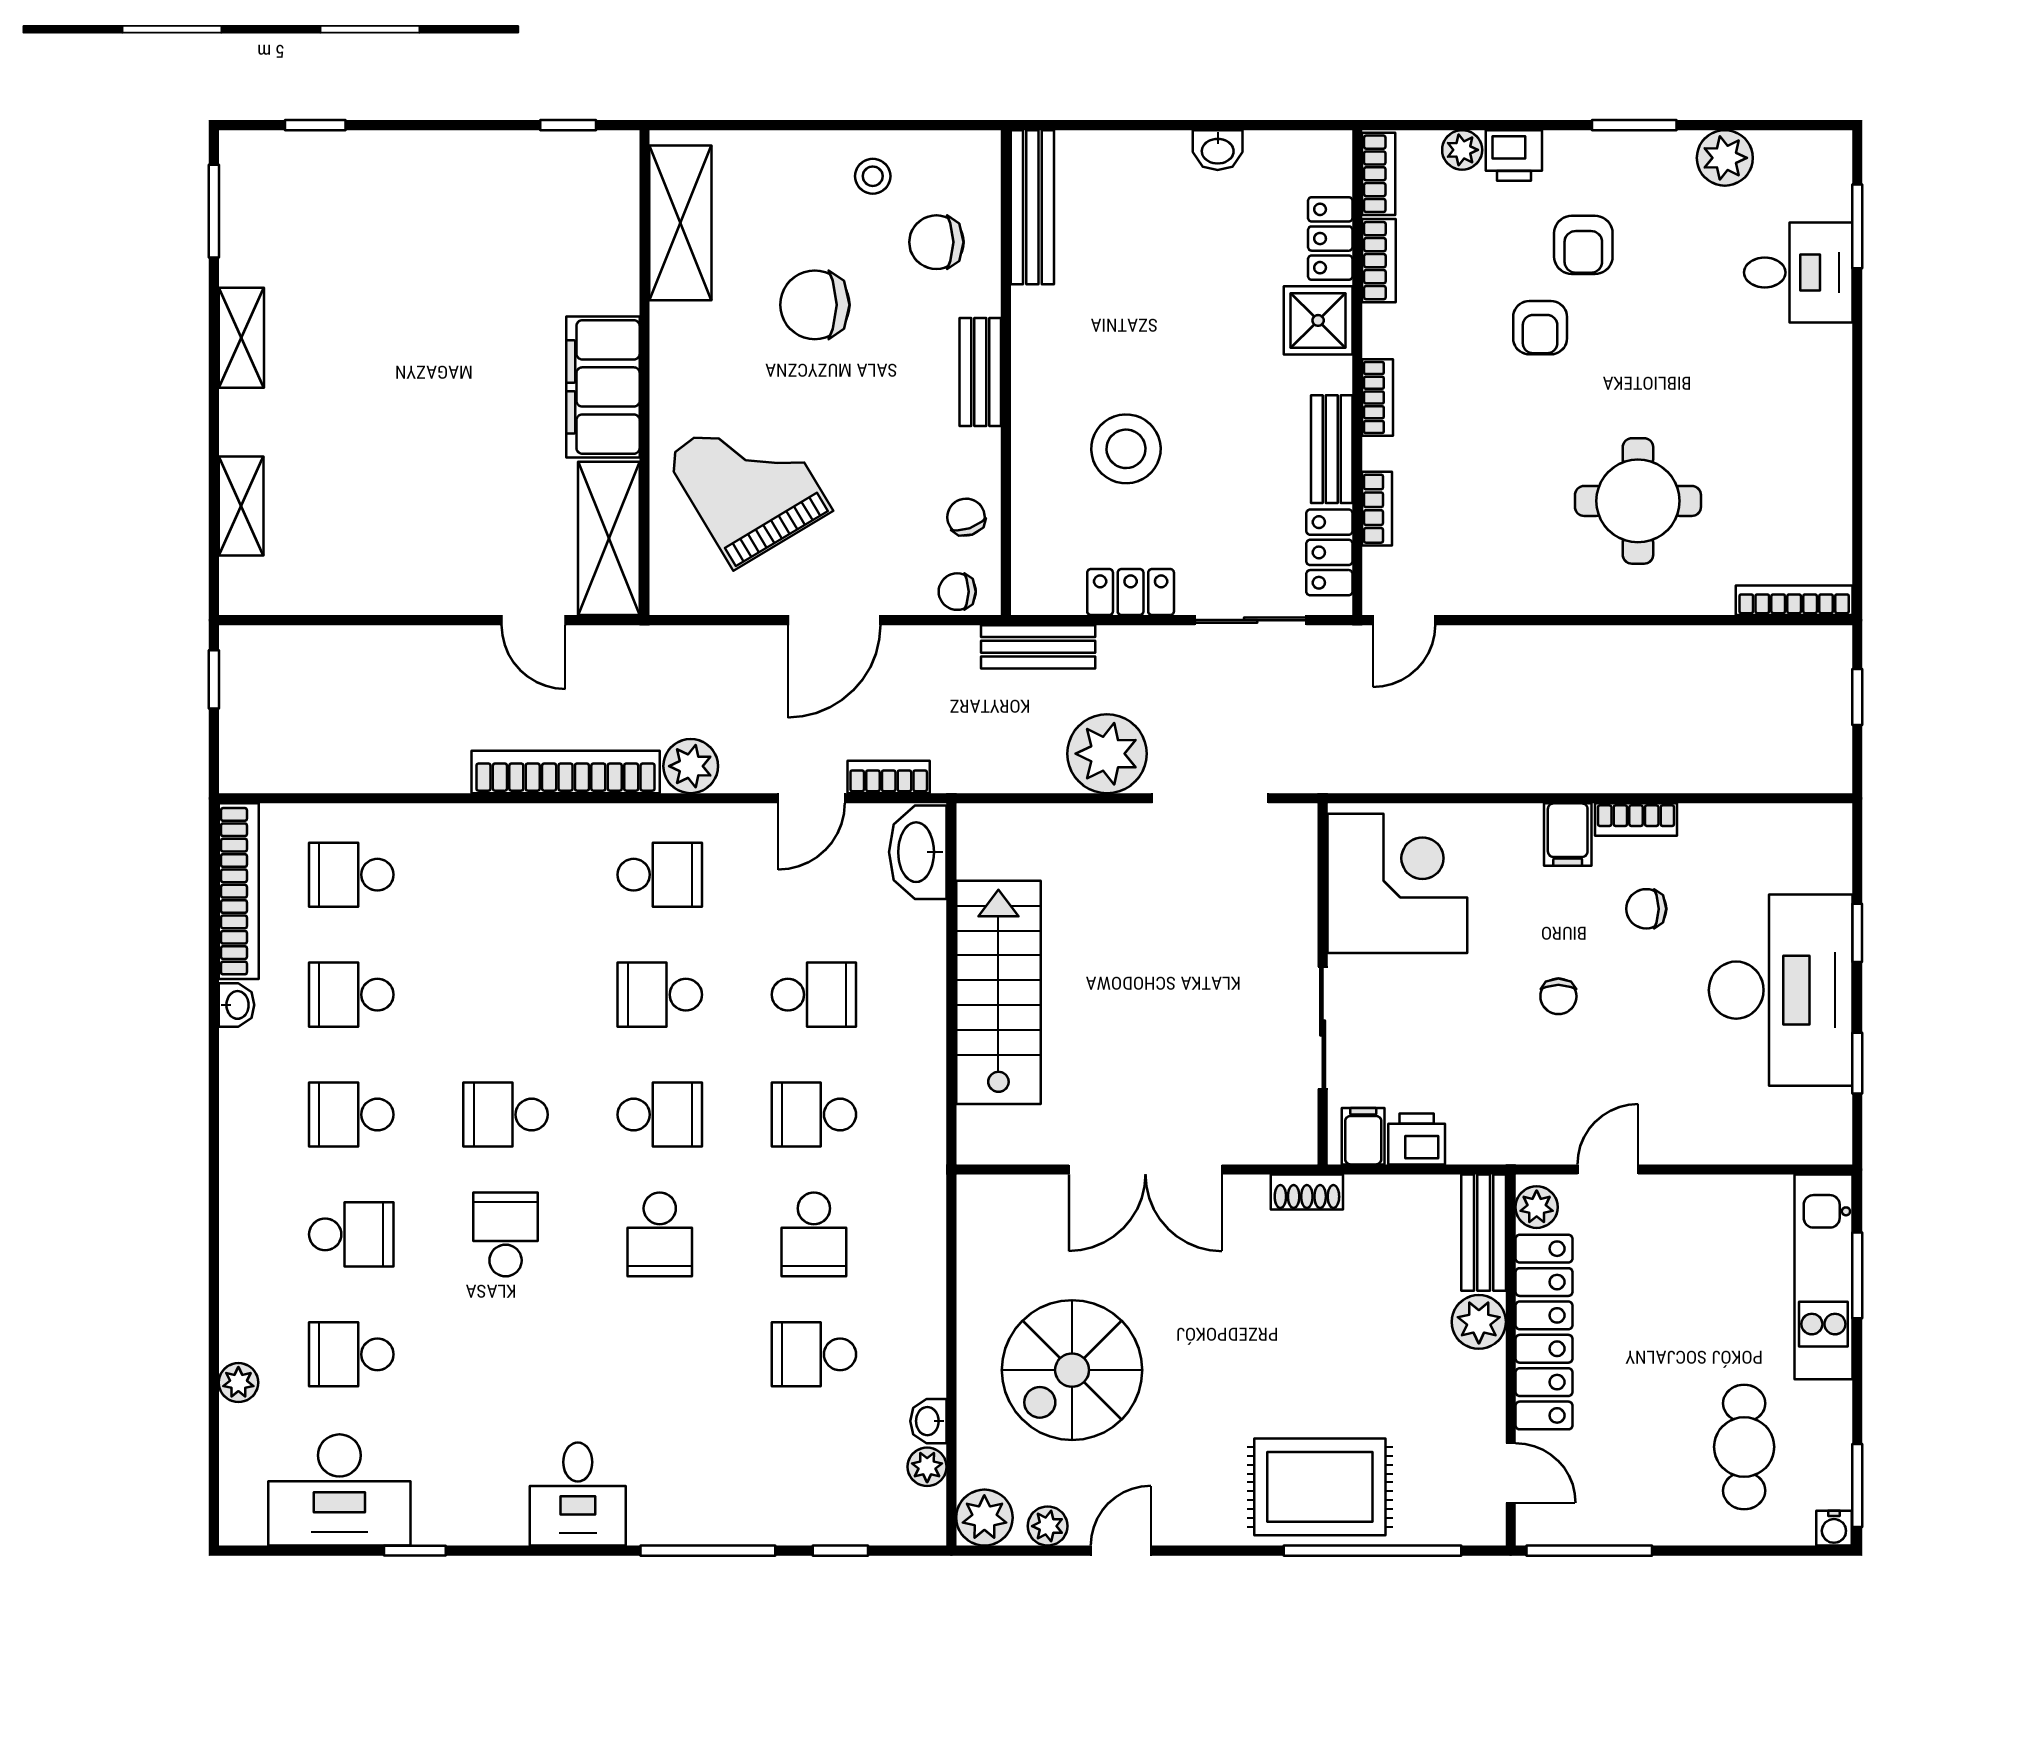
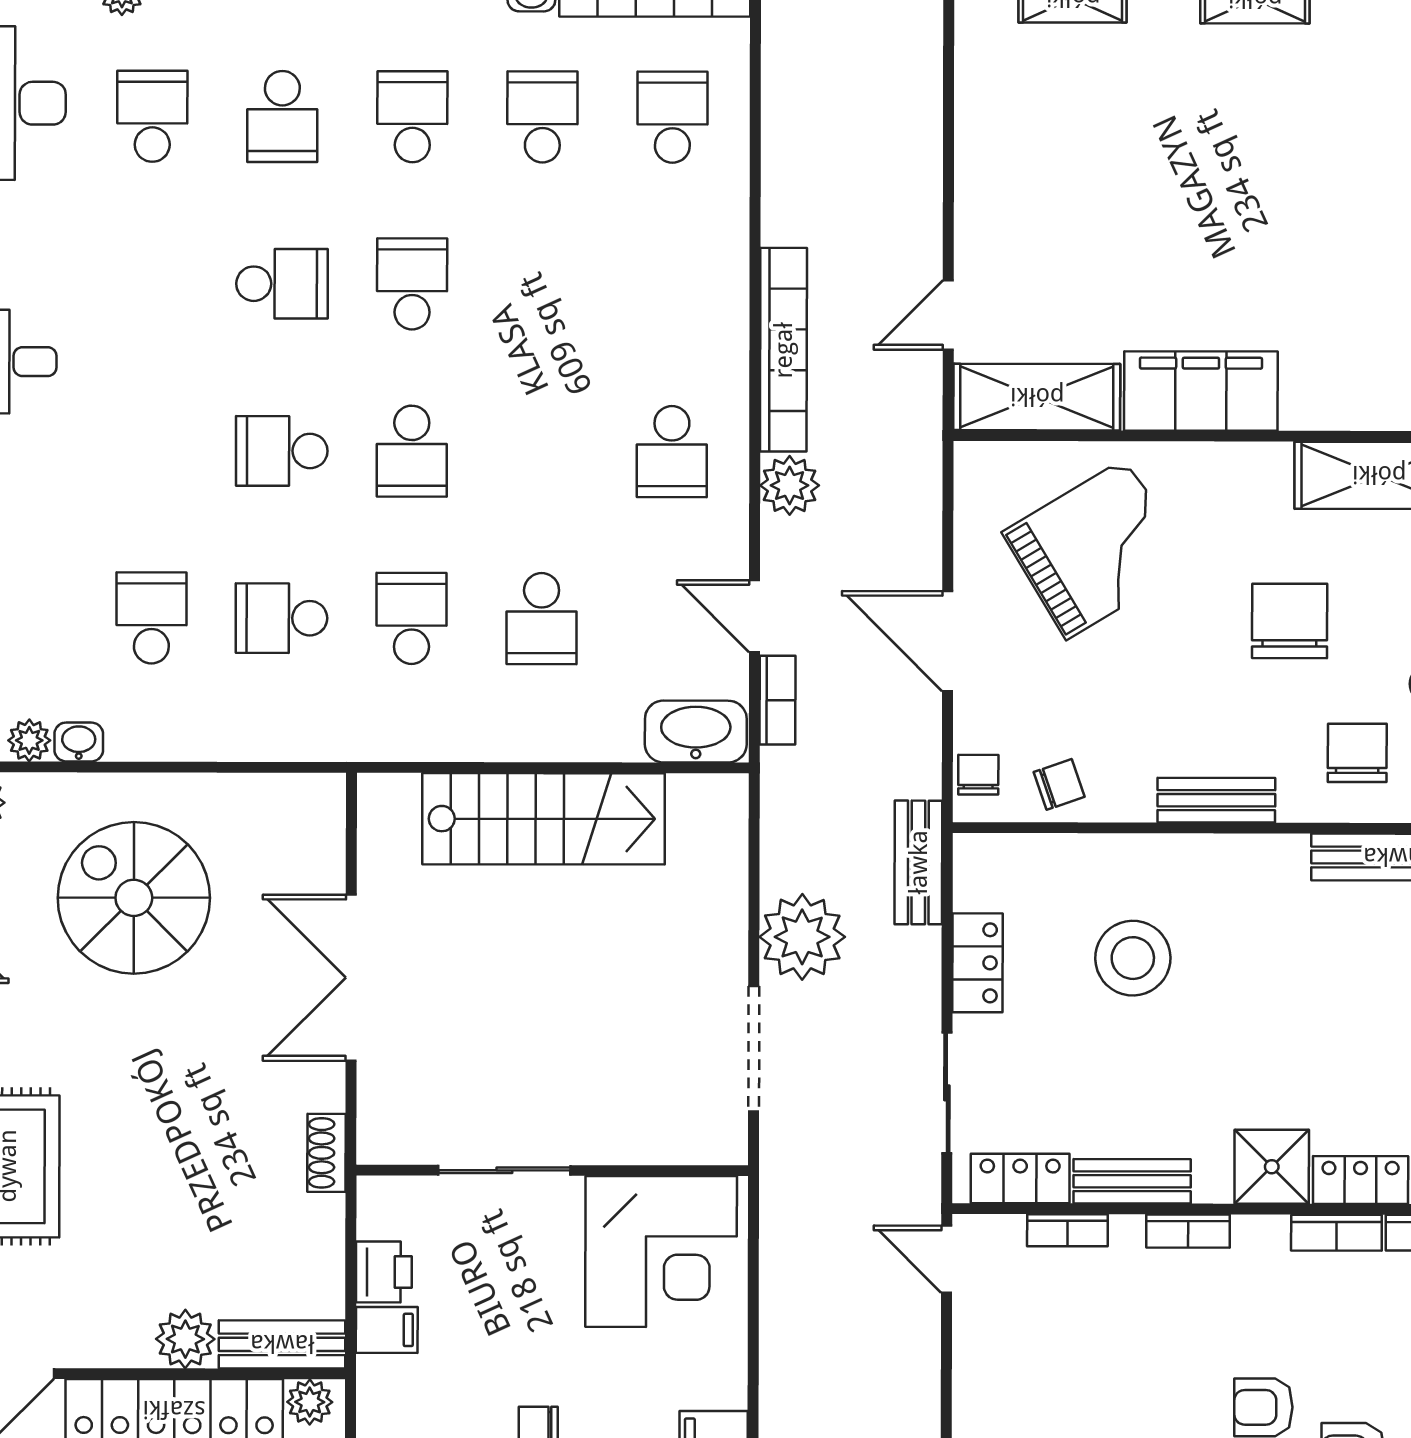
school desk: (660, 995) -> (542, 451), removed
filing cabinet: (1363, 1136) -> (387, 1330), moved

